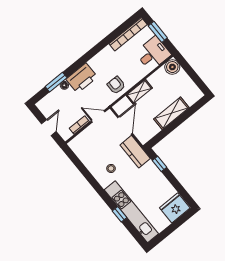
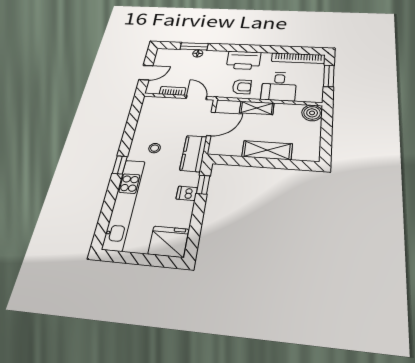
desk: (153, 54) -> (279, 86), moved, turned 90
printer: (82, 78) -> (244, 60), moved
armchair: (116, 85) -> (242, 87), turned 90
dishwasher: (156, 176) -> (187, 193), added
window: (119, 214) -> (120, 165), moved

